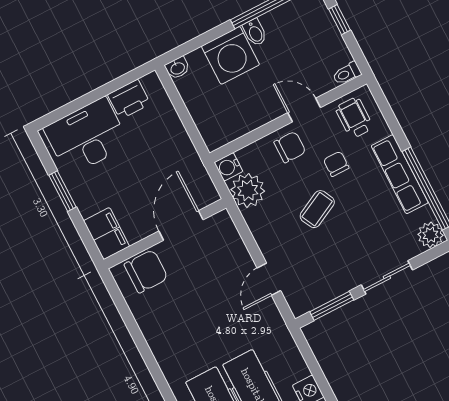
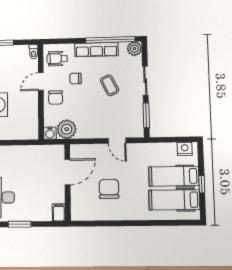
chair: (290, 147) -> (56, 97), turned 180
coffee table: (317, 209) -> (110, 85), moved
door: (181, 225) -> (67, 172), swing flipped
filing cabinet: (106, 234) -> (59, 212), width x0.50
chair: (146, 271) -> (109, 189), moved

